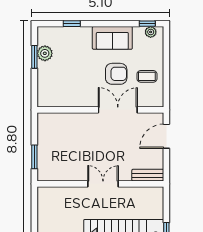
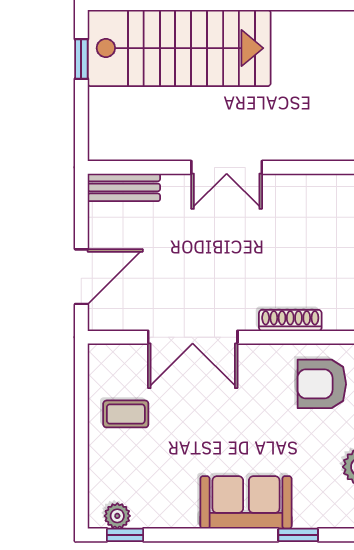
sofa: (112, 38) -> (246, 502), moved
armchair: (116, 74) -> (322, 384), moved
shoe rack: (75, 117) -> (290, 320), added

